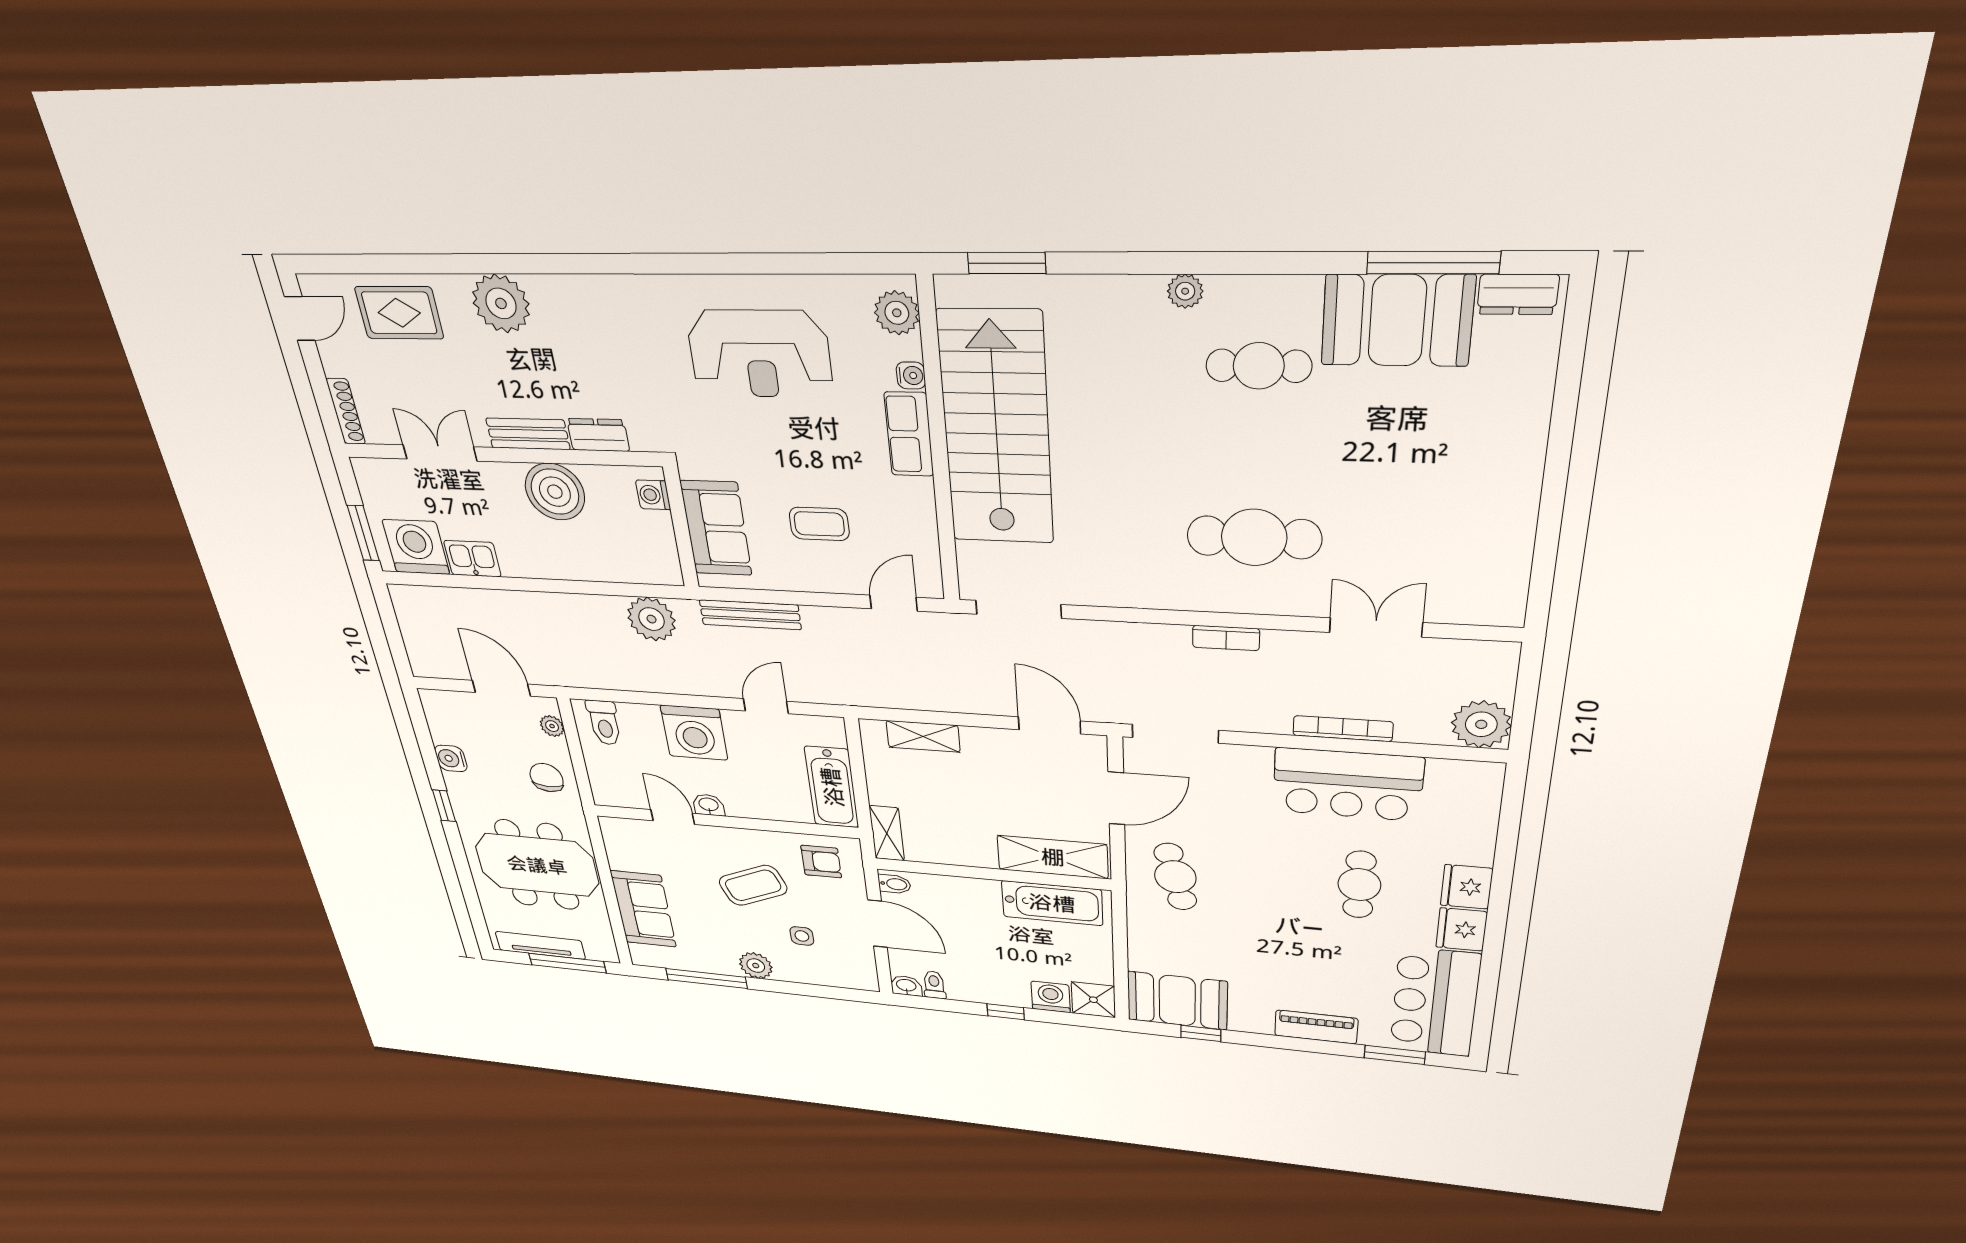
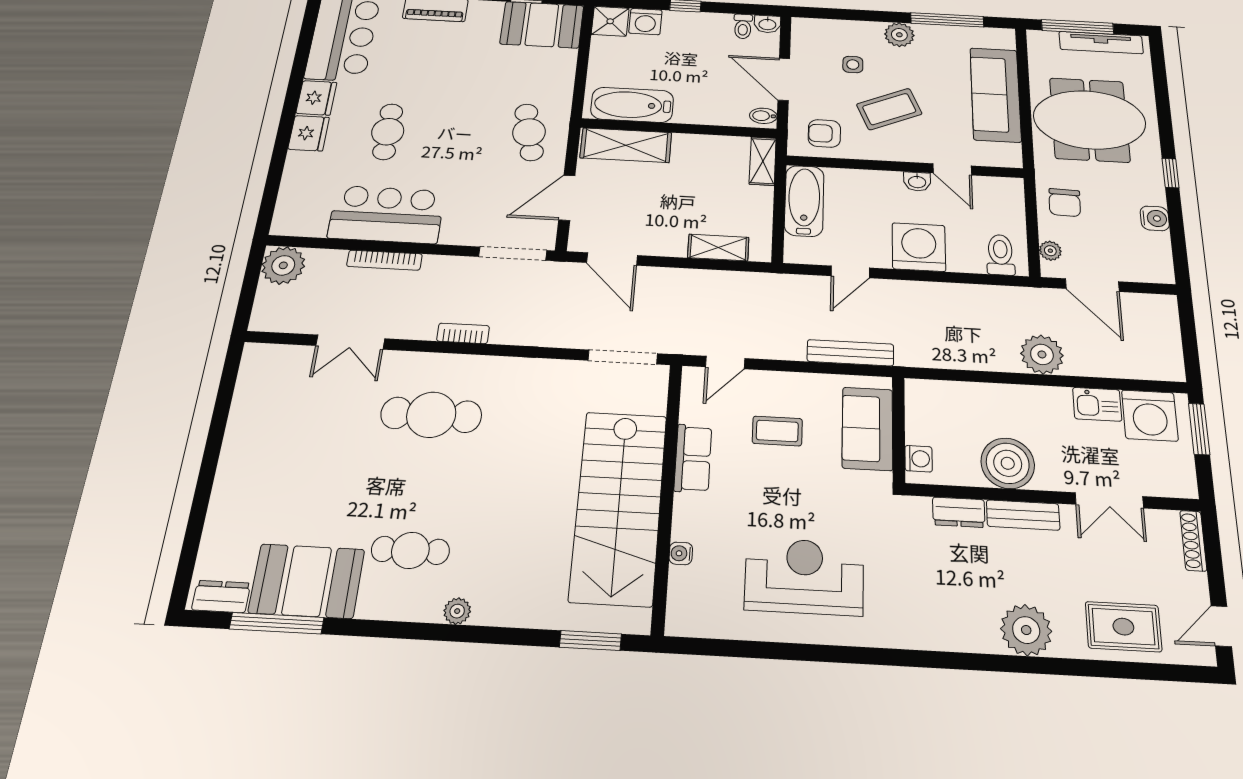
plant: (897, 313) -> (684, 605), removed
row of seats: (909, 434) -> (693, 458), moved
plant: (651, 619) -> (1042, 354), moved
sofa: (643, 909) -> (995, 94), width x1.36

